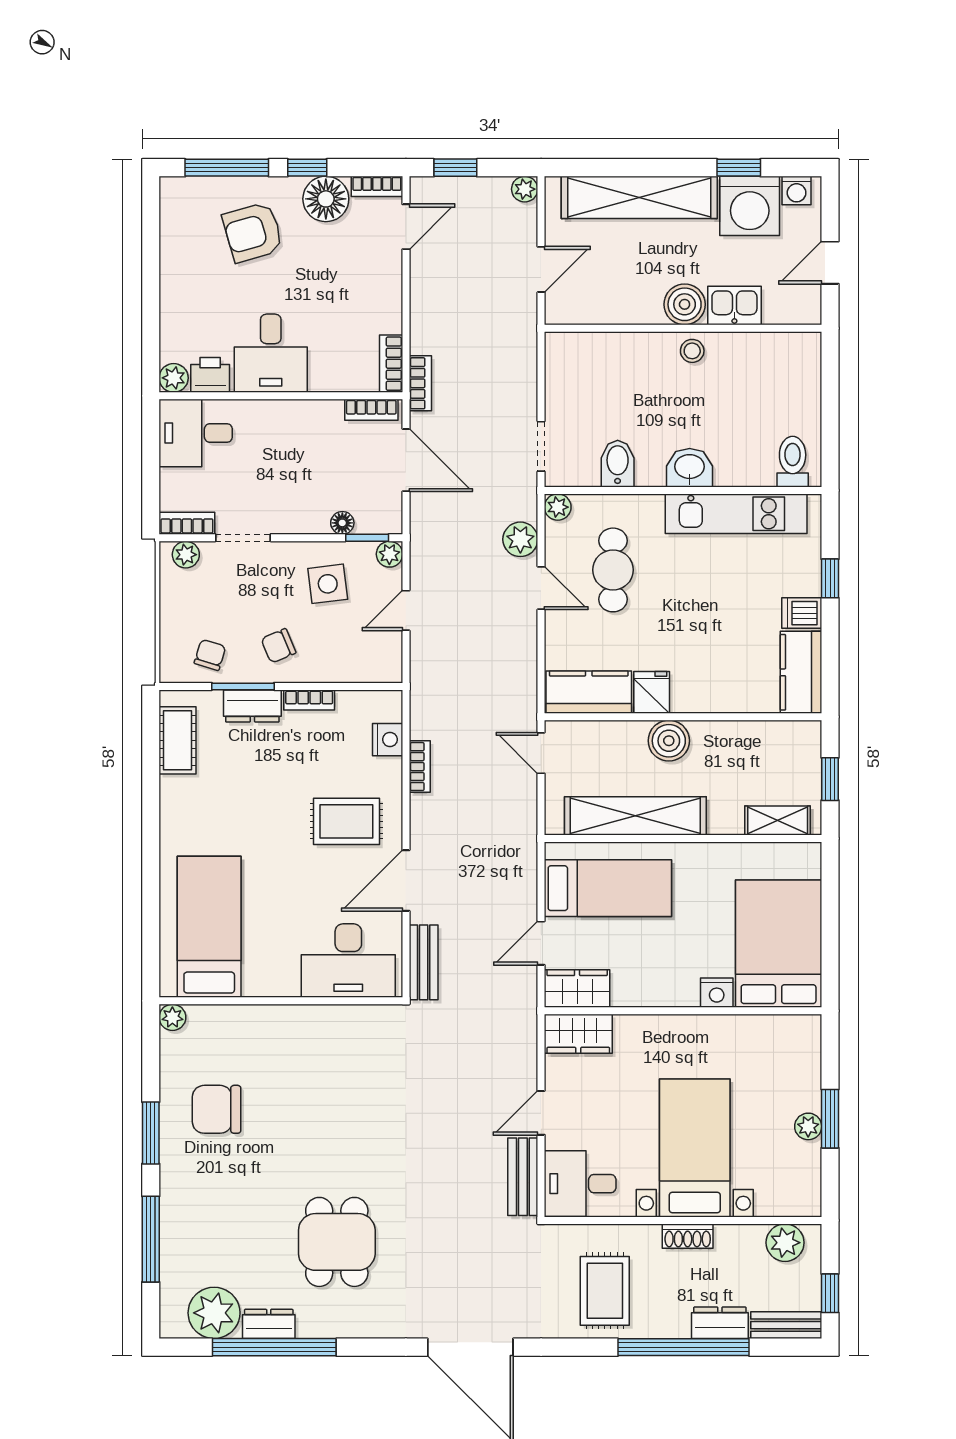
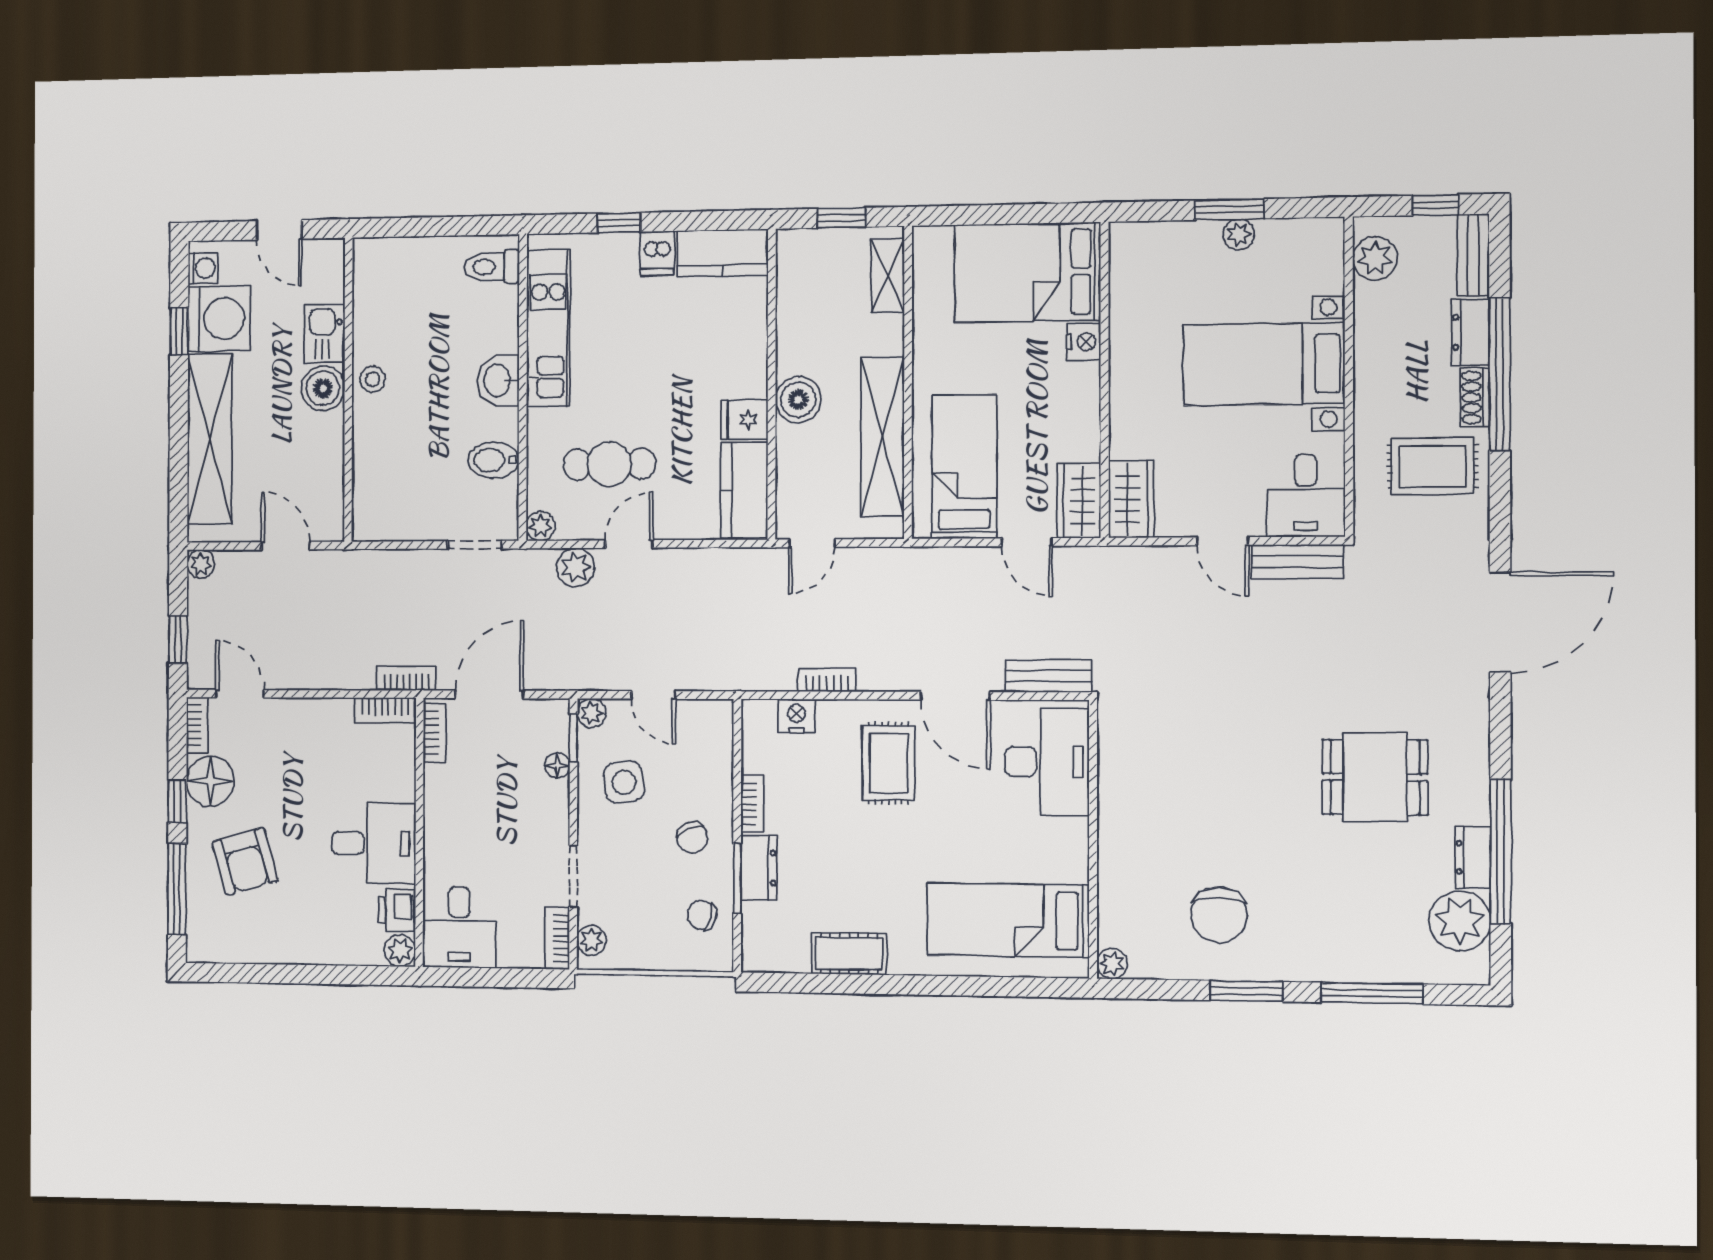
cot: (178, 740) -> (849, 954), moved
shoe rack: (688, 1236) -> (1475, 397), moved, turned 180

